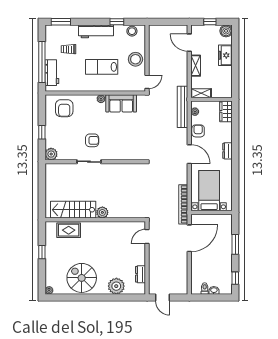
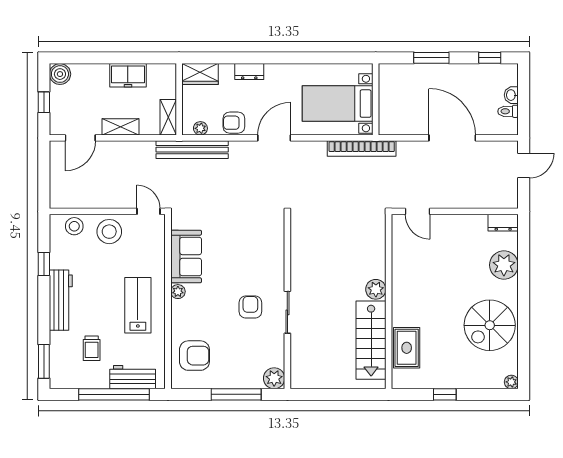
stool: (132, 31) -> (74, 226), moved
freezer: (225, 55) -> (128, 75), moved
lab bench: (102, 67) -> (138, 305), moved, turned 180
window: (42, 132) -> (236, 394), width x2.17
dresser: (227, 151) -> (249, 72), moved
door: (189, 238) -> (452, 138), moved
dresser: (141, 274) -> (503, 223), moved
door: (163, 297) -> (524, 166), moved

